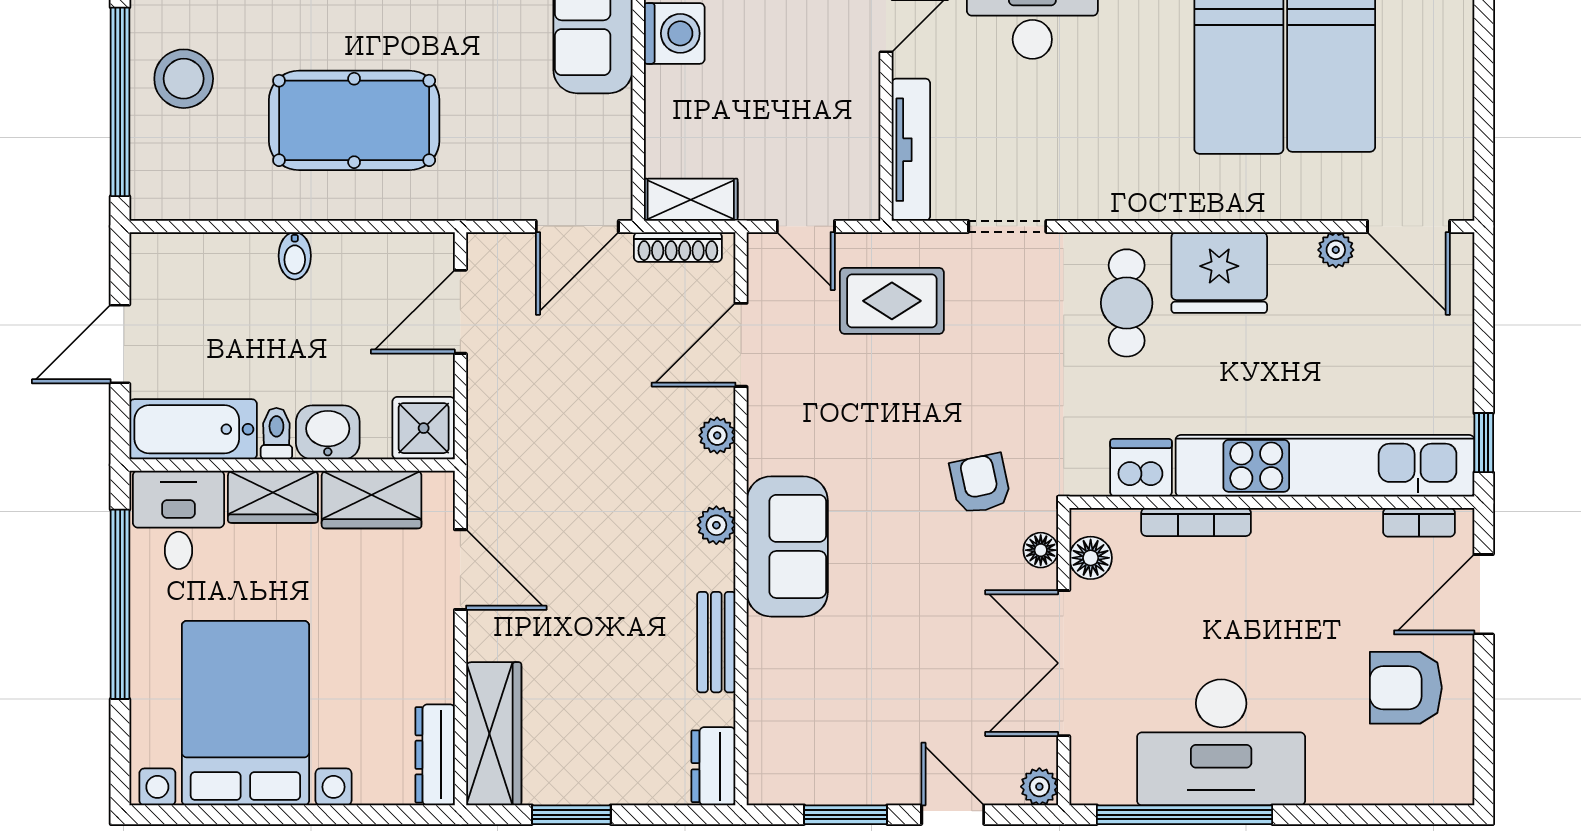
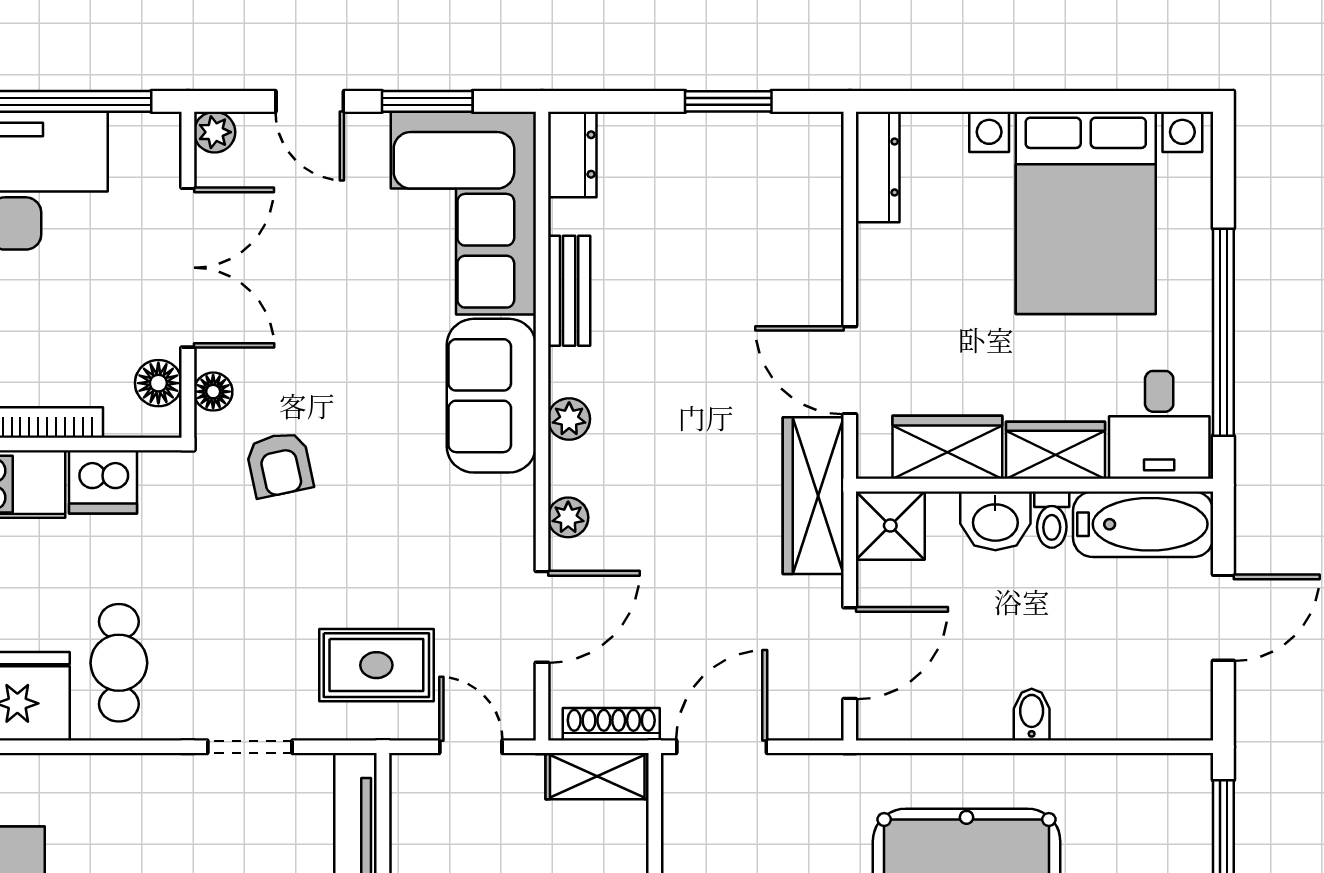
corner sofa: (813, 713) -> (463, 213), added
wardrobe: (494, 734) -> (813, 496), moved

